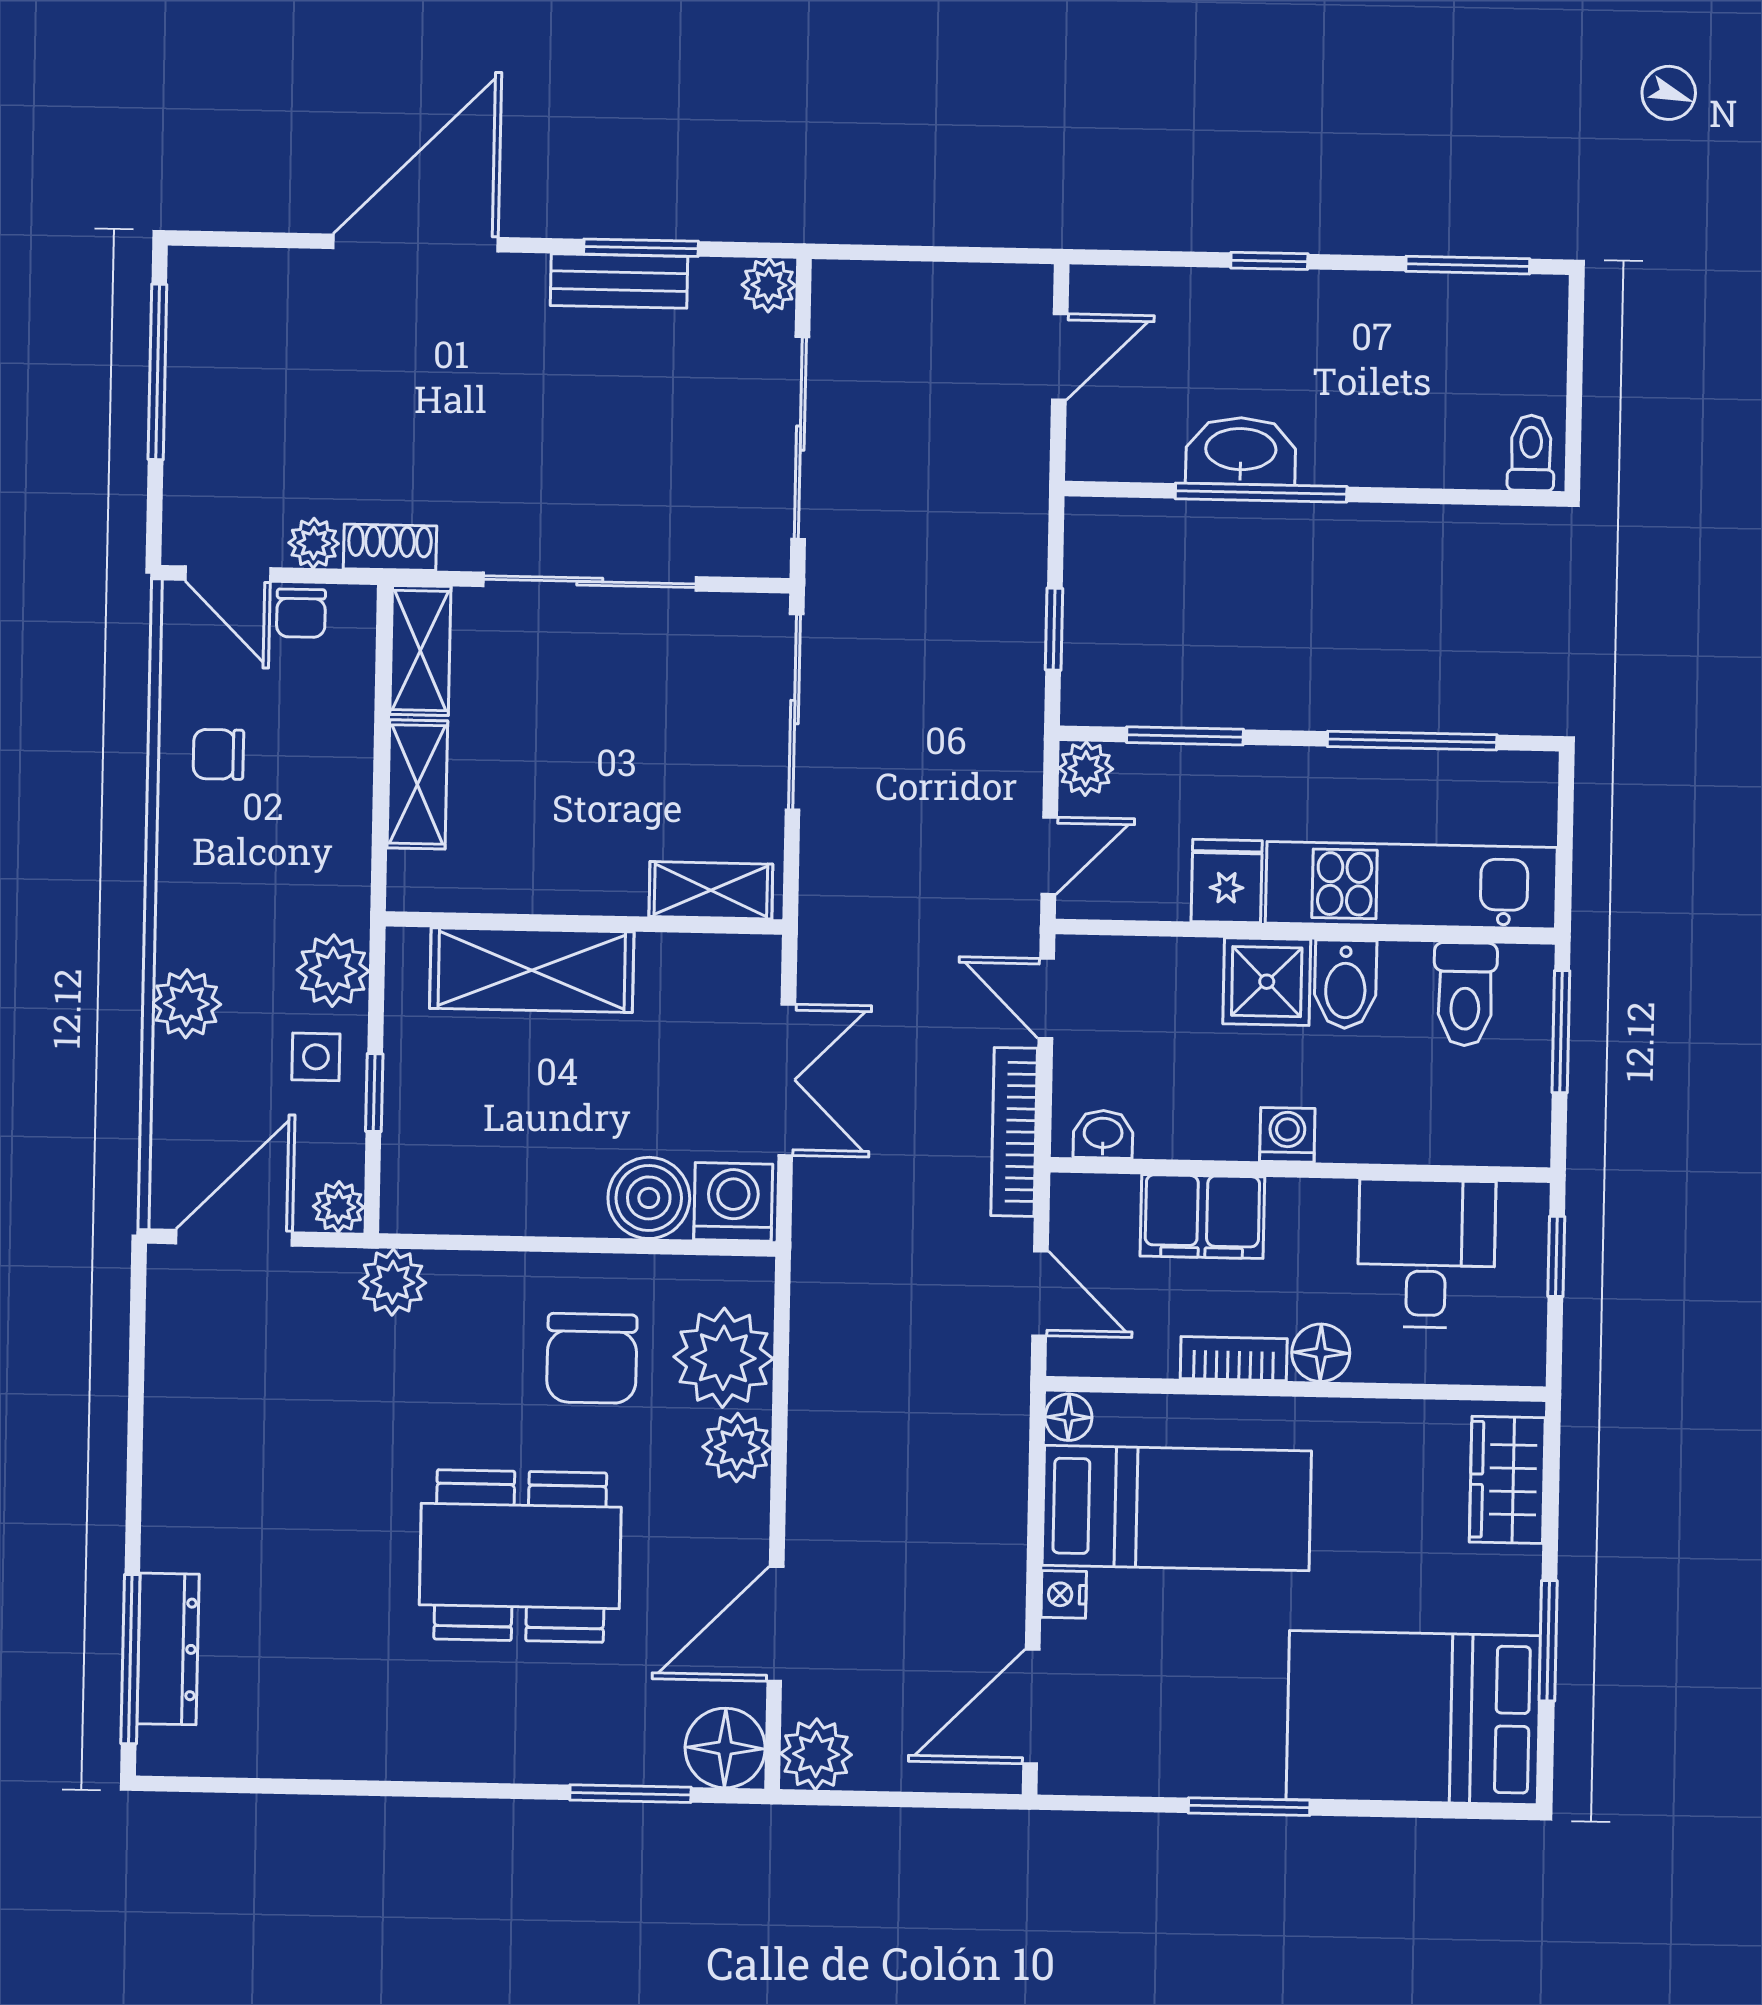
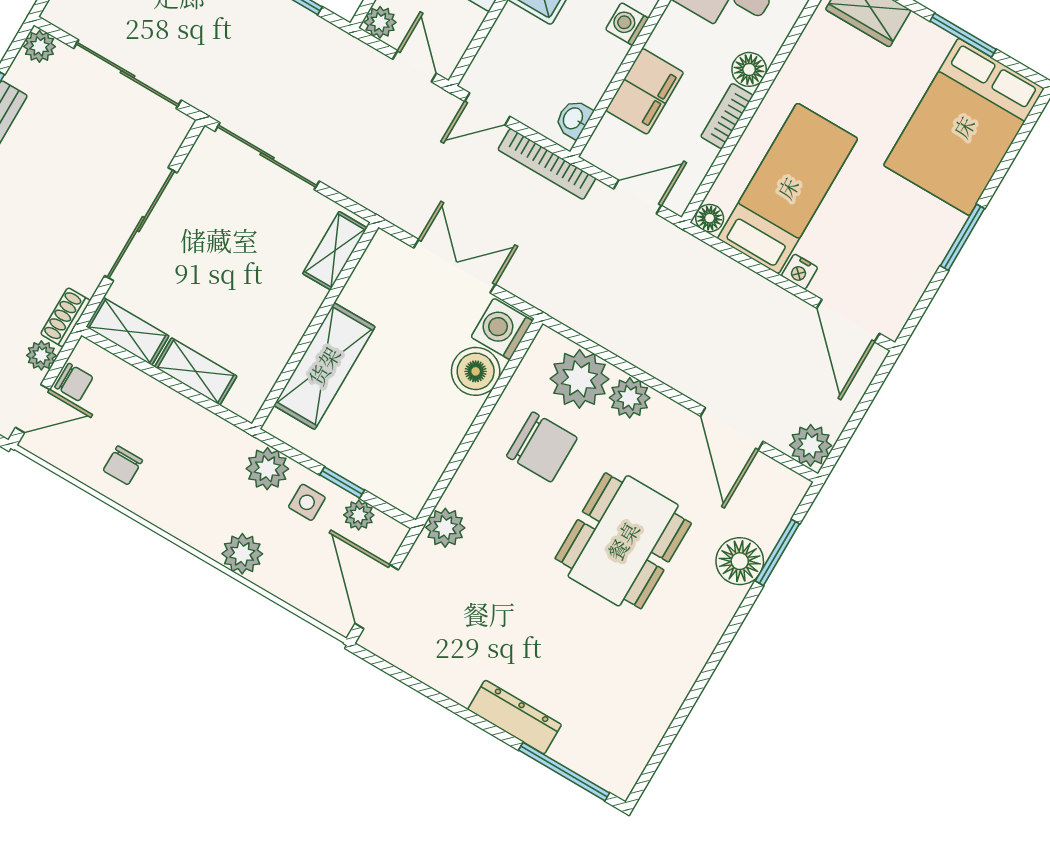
plant: (339, 1207) -> (359, 515), moved
dresser: (168, 1649) -> (515, 717), moved
floor lamp: (725, 1748) -> (740, 561), moved

